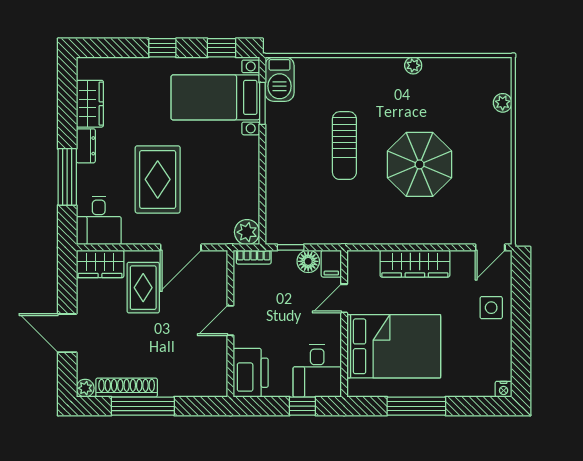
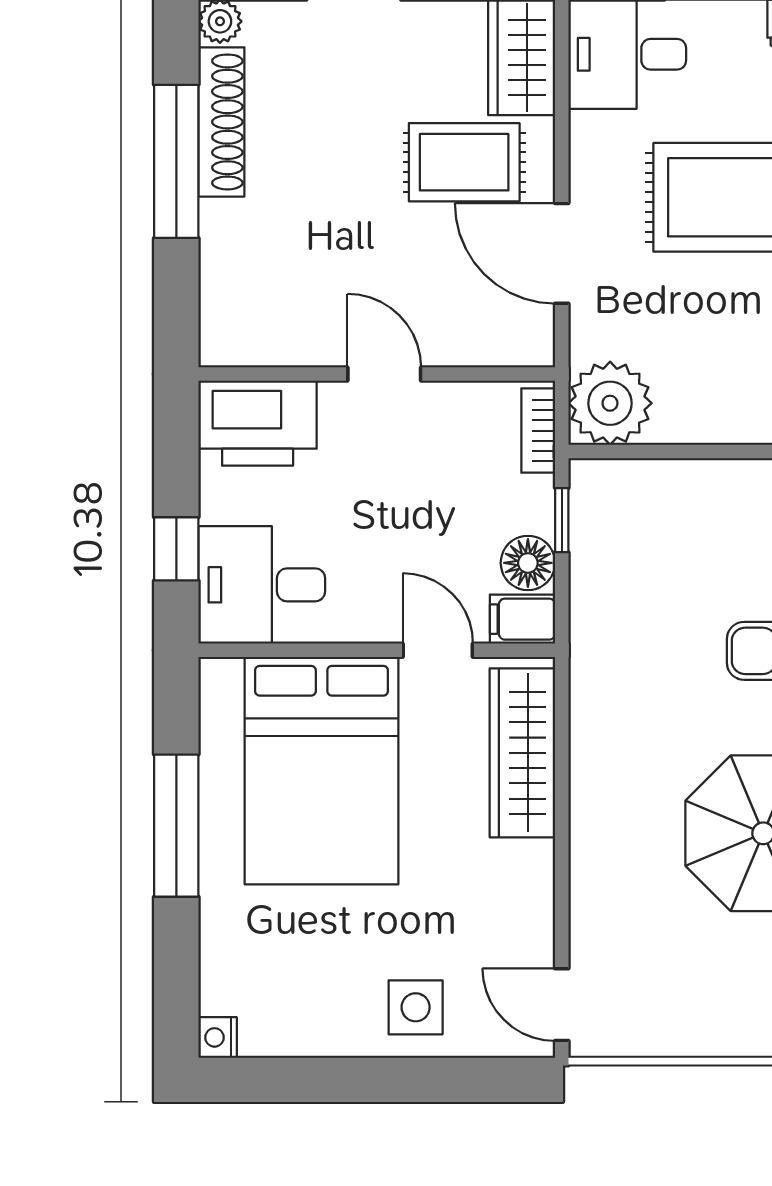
plant: (247, 232) -> (610, 403), width x1.36, depth x1.36
wardrobe: (415, 264) -> (522, 753), moved

